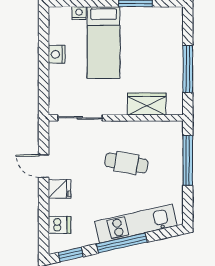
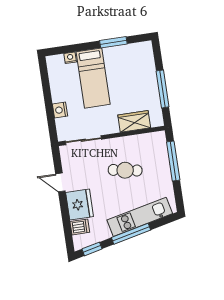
nightstand: (57, 54) -> (60, 110), moved
fridge: (60, 189) -> (80, 205), width x1.88, depth x1.34

